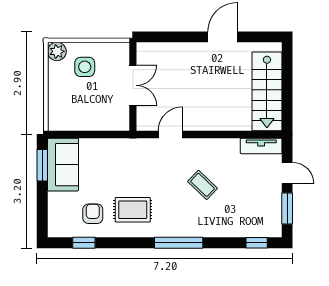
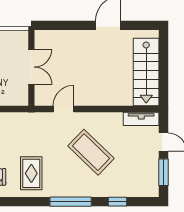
coffee table: (203, 185) -> (91, 152), width x1.86, depth x1.72
rug: (133, 210) -> (31, 173), turned 90
window: (257, 243) -> (117, 202), moved

